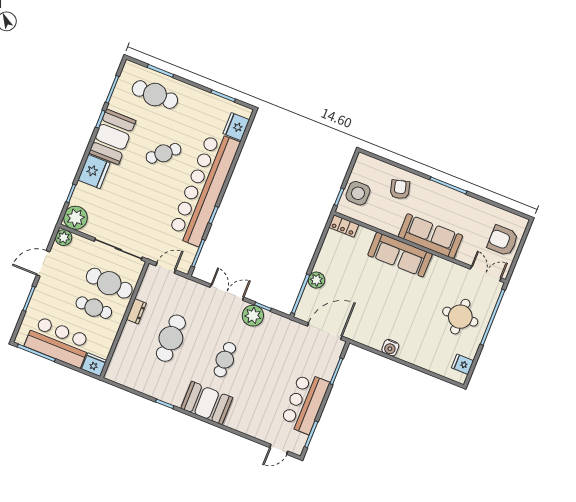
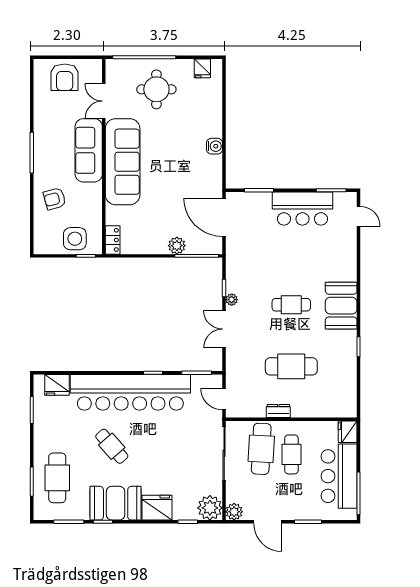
sofa: (400, 255) -> (123, 162), width x1.36, depth x1.27
double door: (486, 273) -> (104, 101), moved
plant: (253, 316) -> (232, 300), width x0.53, depth x0.53

